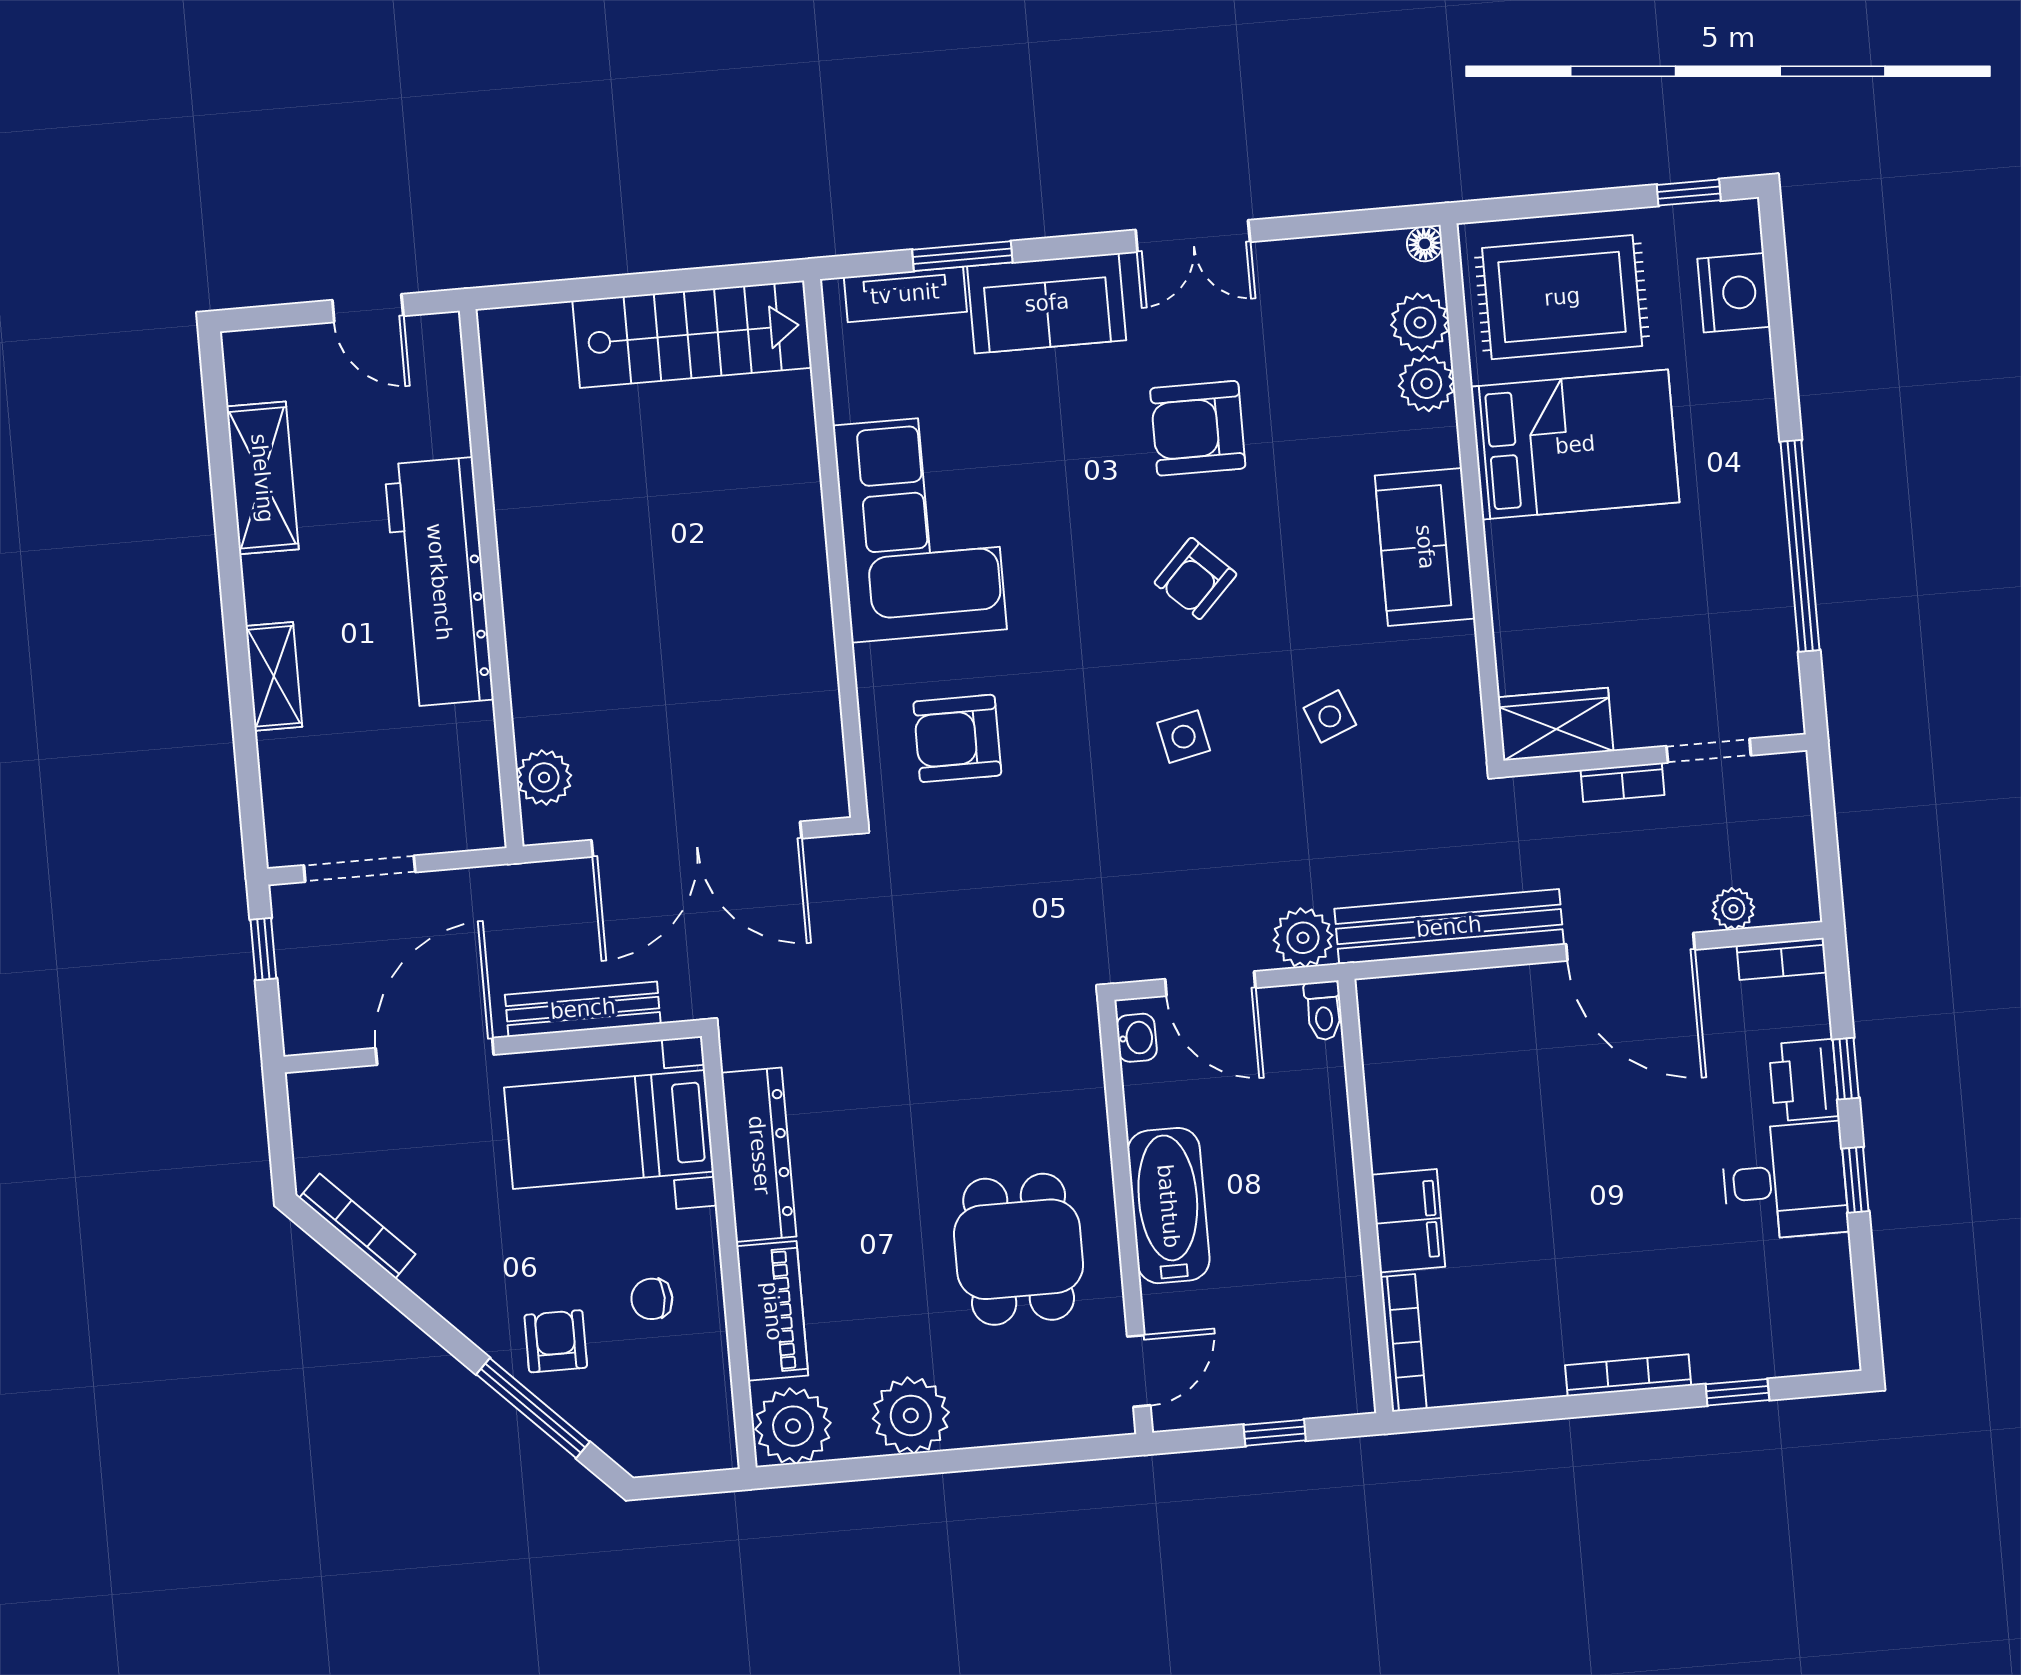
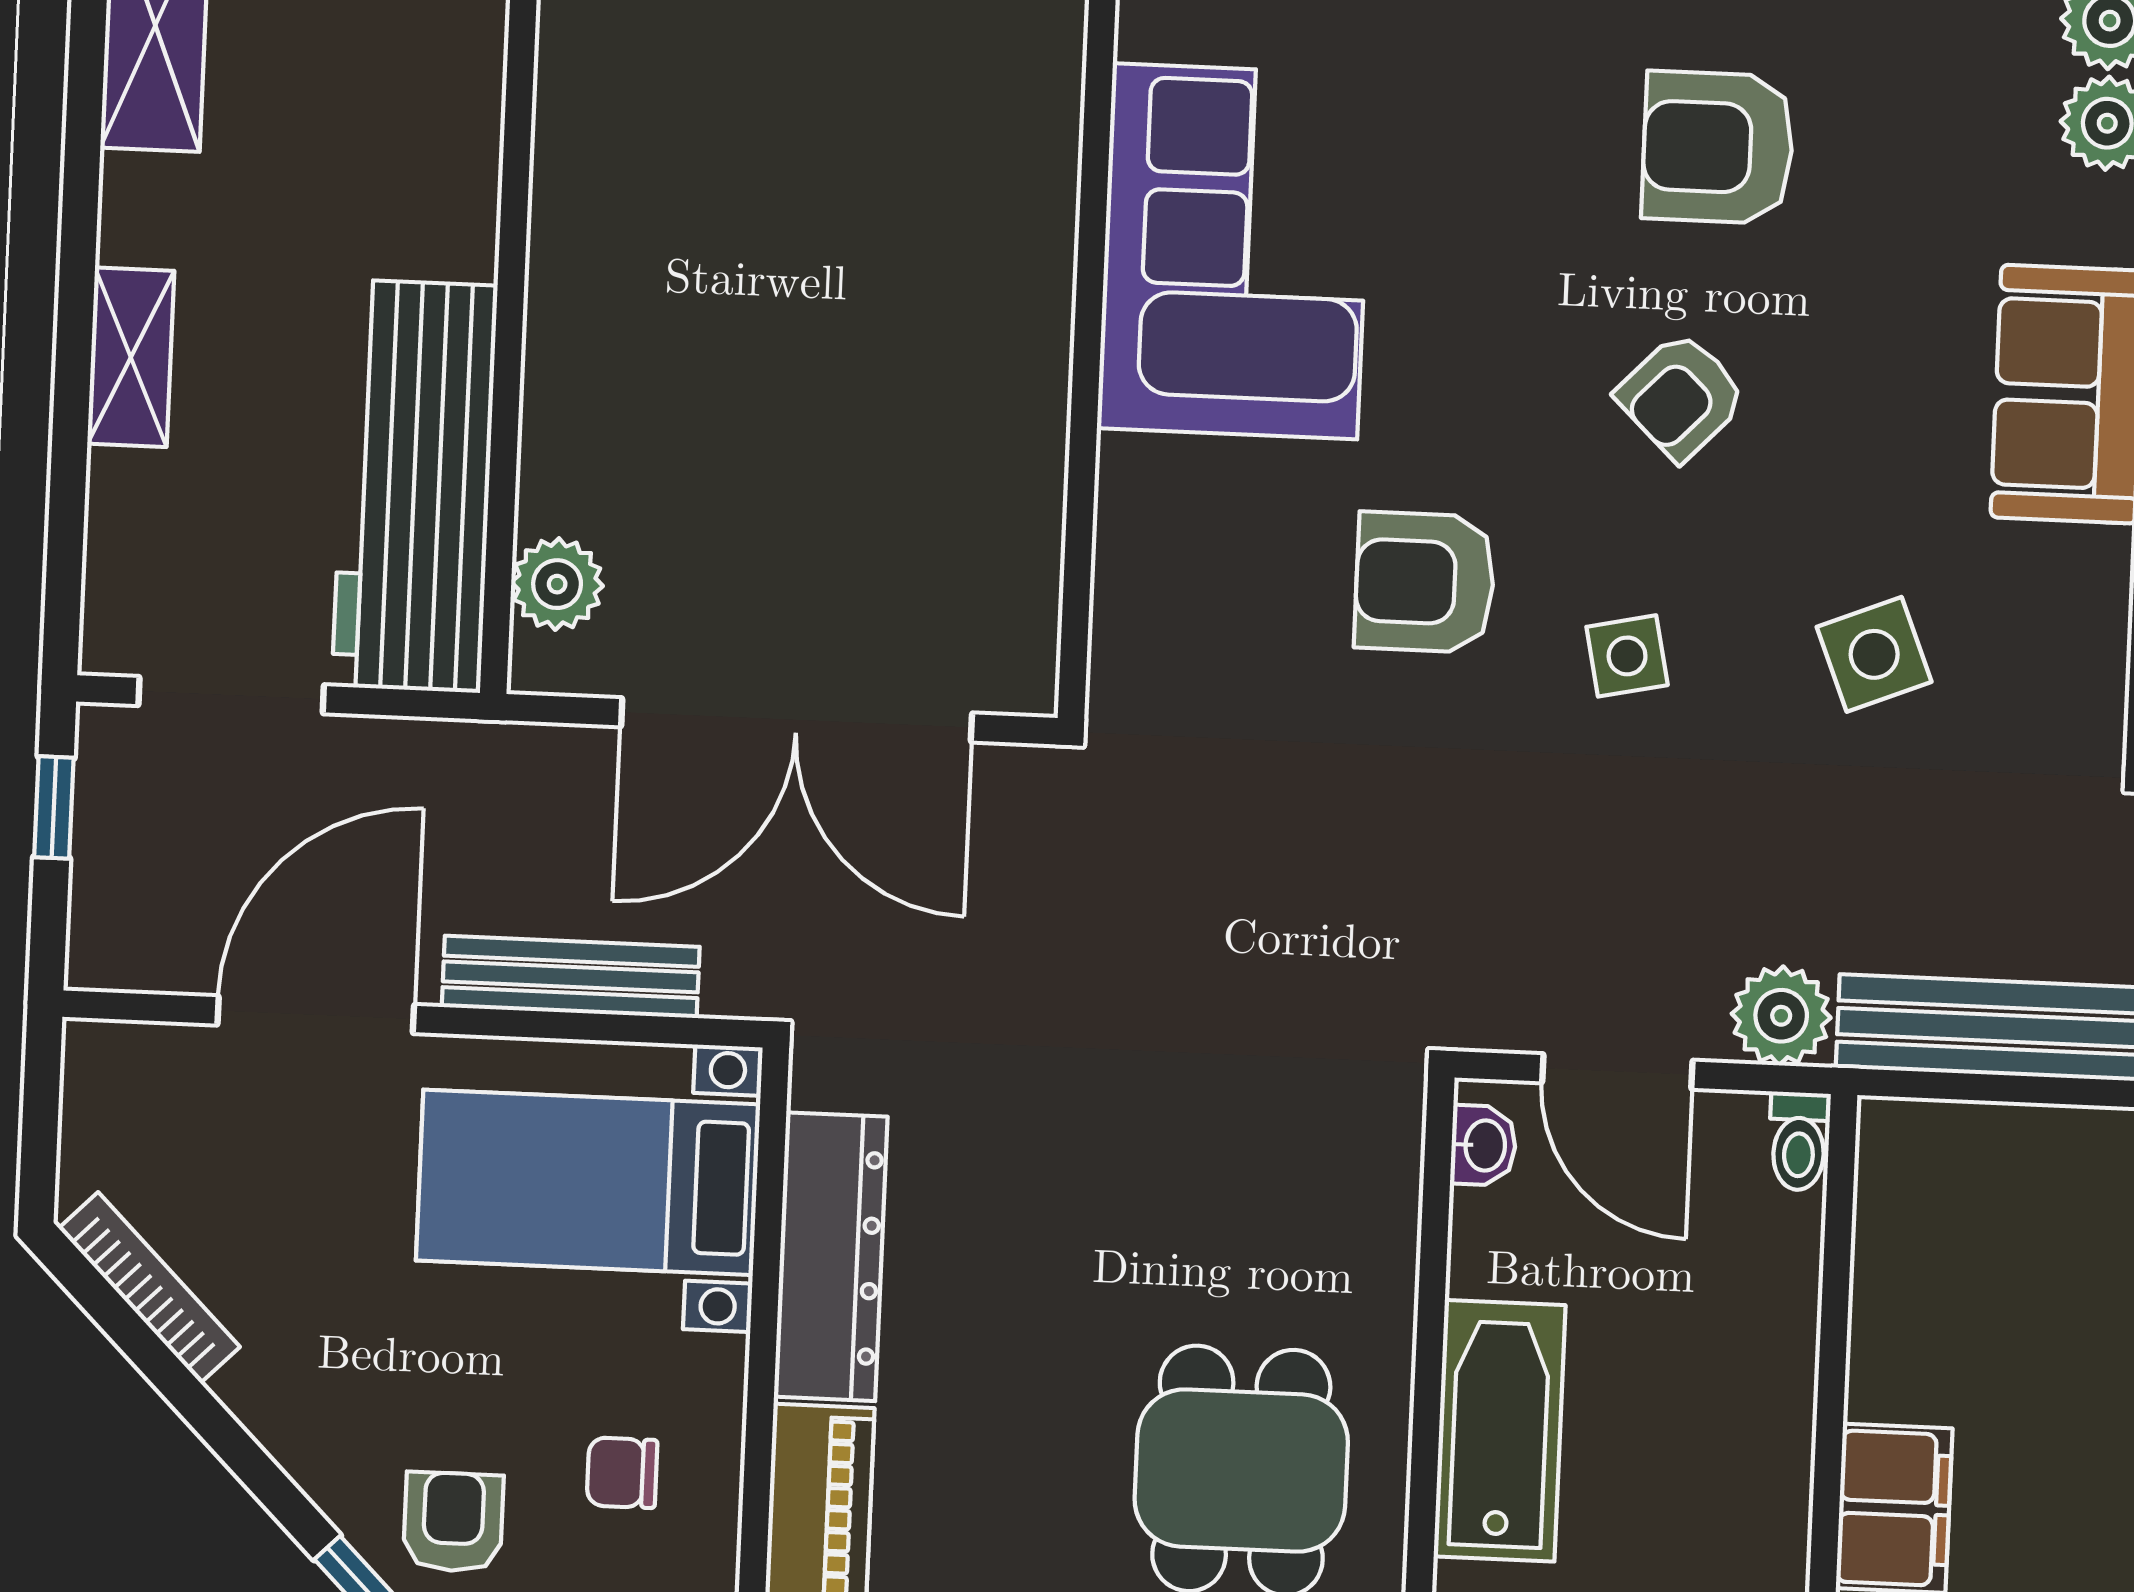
workbench: (439, 582) -> (415, 486), moved
side table: (1330, 716) -> (1874, 654), width x1.37, depth x1.37
armchair: (957, 738) -> (1425, 582), moved

